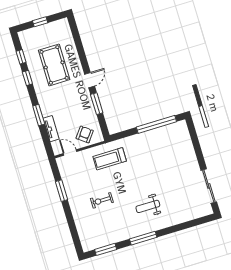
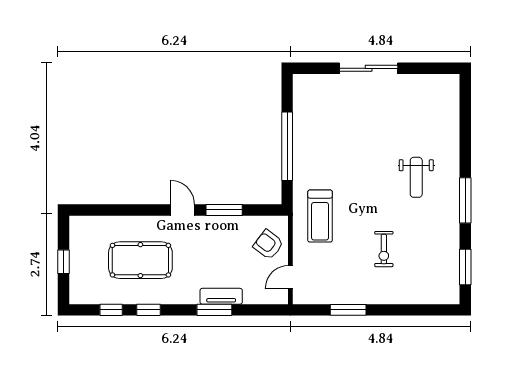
window: (156, 124) -> (287, 146), moved
tv unit: (51, 129) -> (221, 296), moved
sliding door: (209, 186) -> (369, 68), moved

